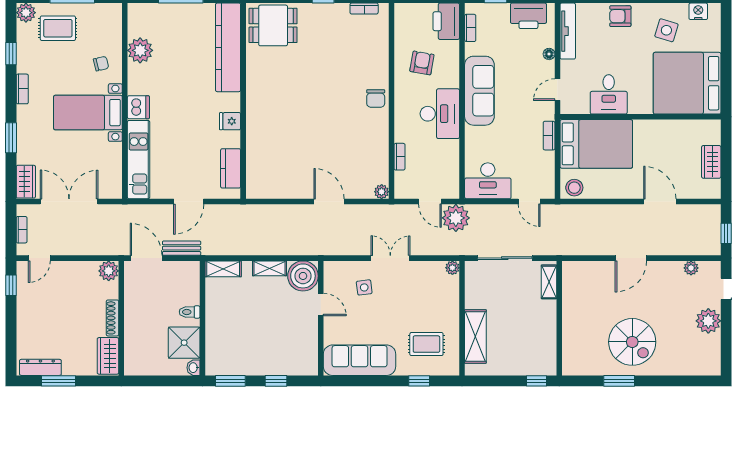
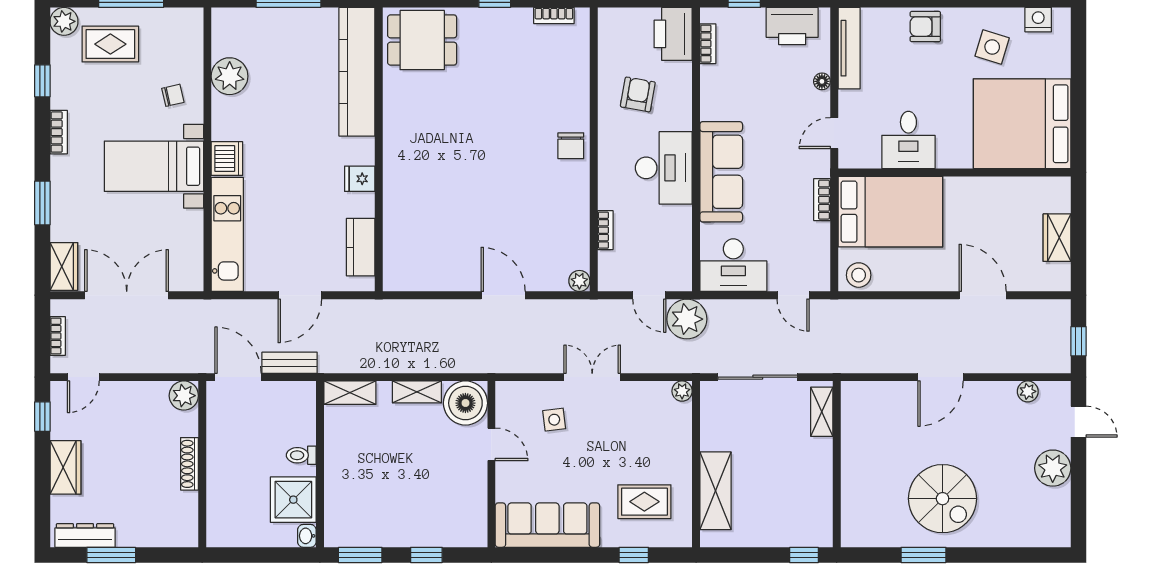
sofa: (479, 91) -> (721, 172), moved
wardrobe: (108, 356) -> (65, 467), moved, turned 180

